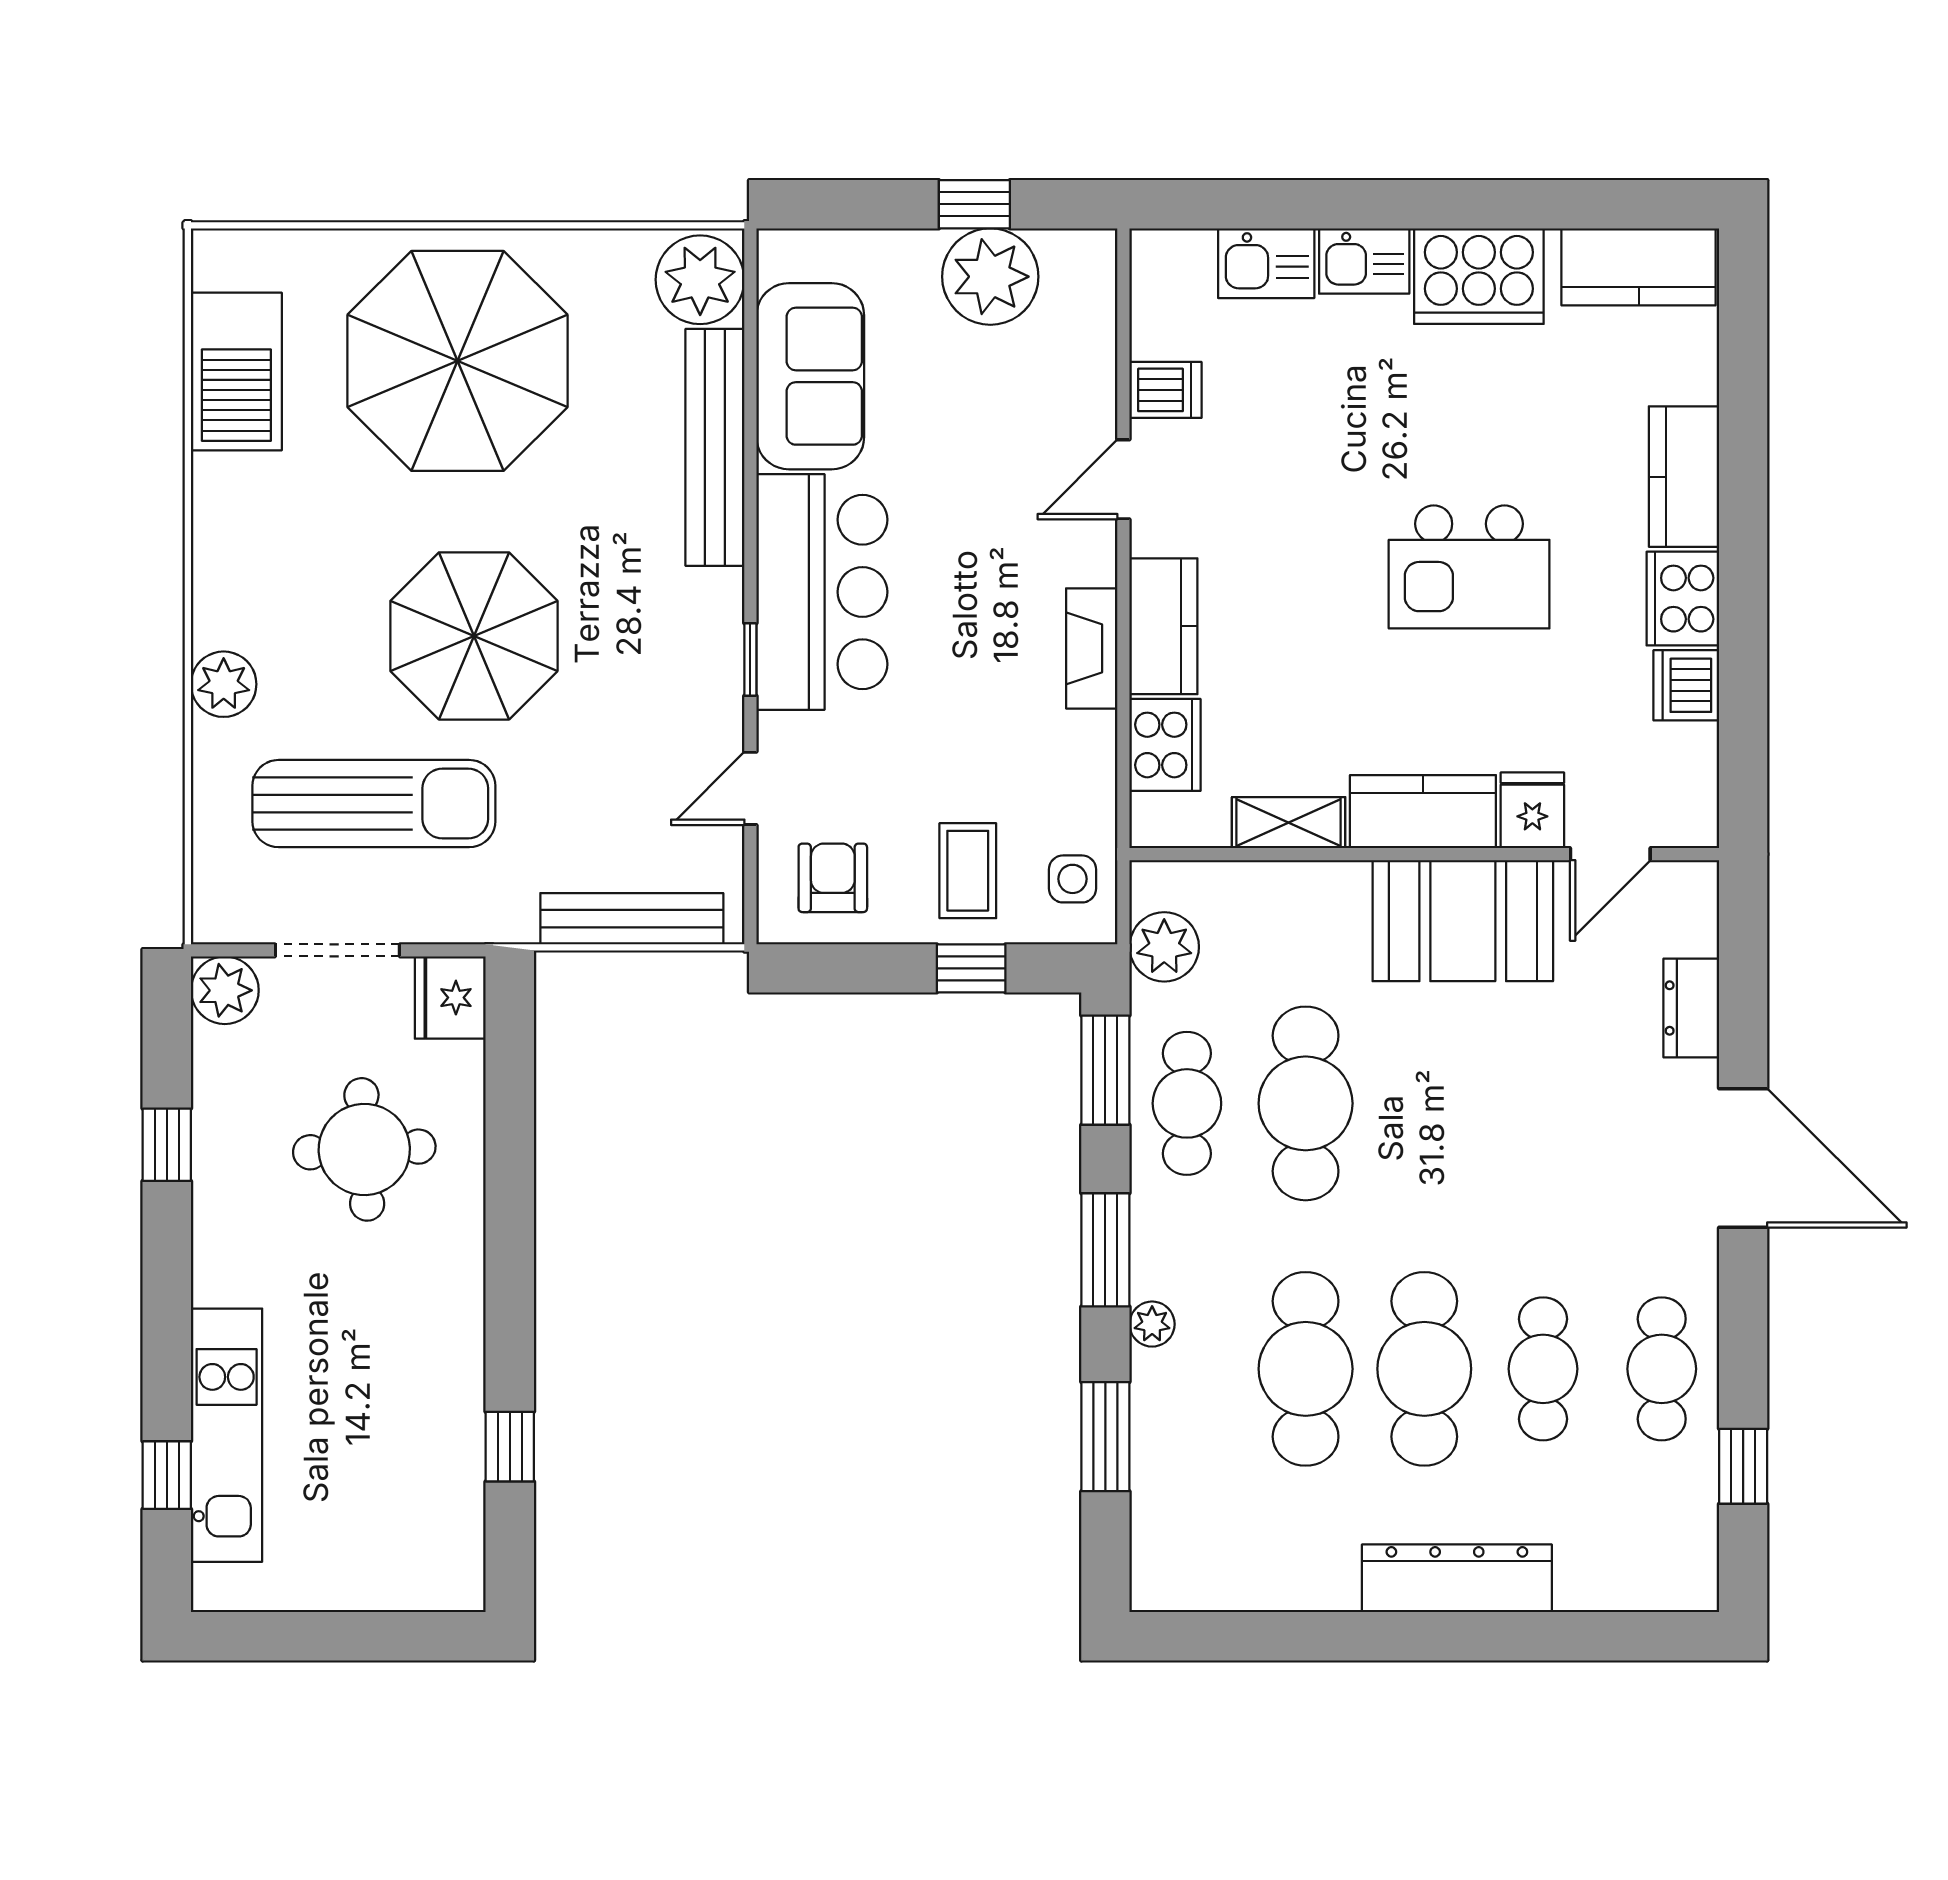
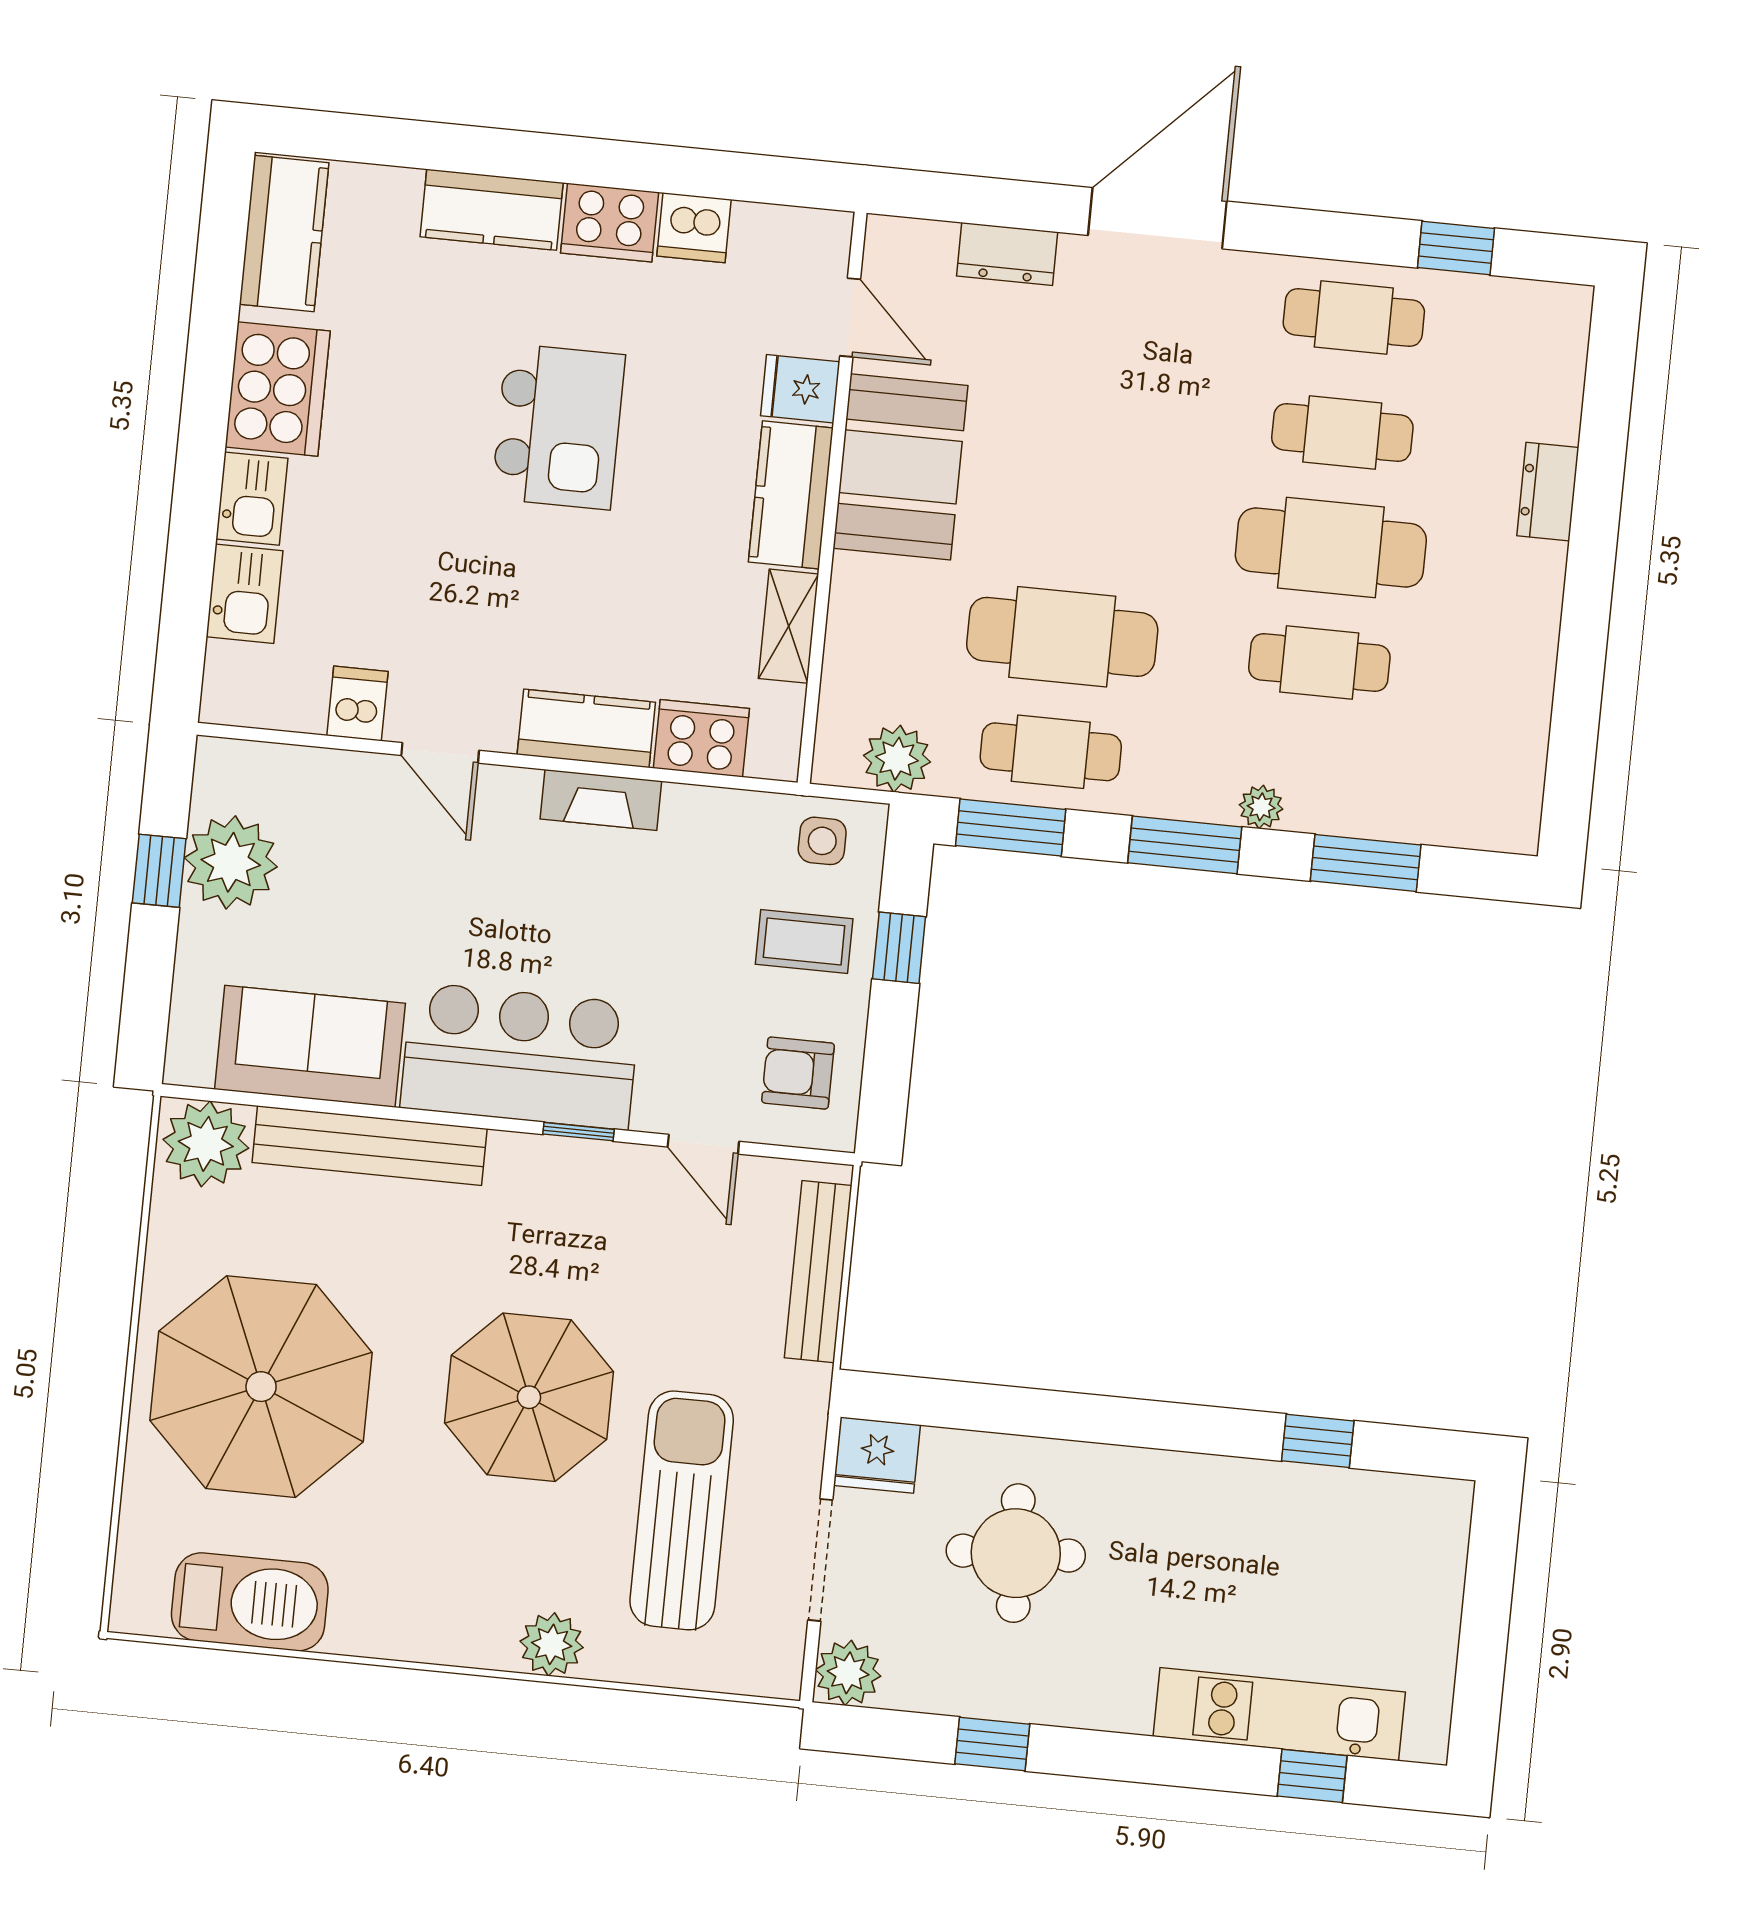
cafe table: (1306, 1369) -> (1319, 662), width x0.73, depth x0.74
dresser: (1457, 1578) -> (1548, 492), width x0.51, depth x0.80

